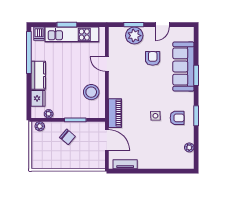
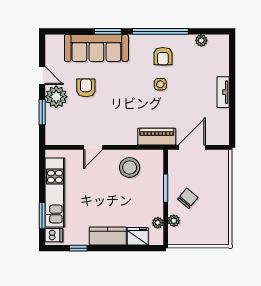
window: (67, 25) -> (42, 216), moved
plant: (134, 36) -> (56, 97), moved
window: (29, 53) -> (78, 248), width x0.32
armchair: (153, 58) -> (86, 88), turned 90
window: (196, 116) -> (160, 31), width x2.11
armchair: (177, 118) -> (163, 56), turned 180
plant: (40, 126) -> (174, 221), moved
tv unit: (125, 164) -> (223, 92), moved

